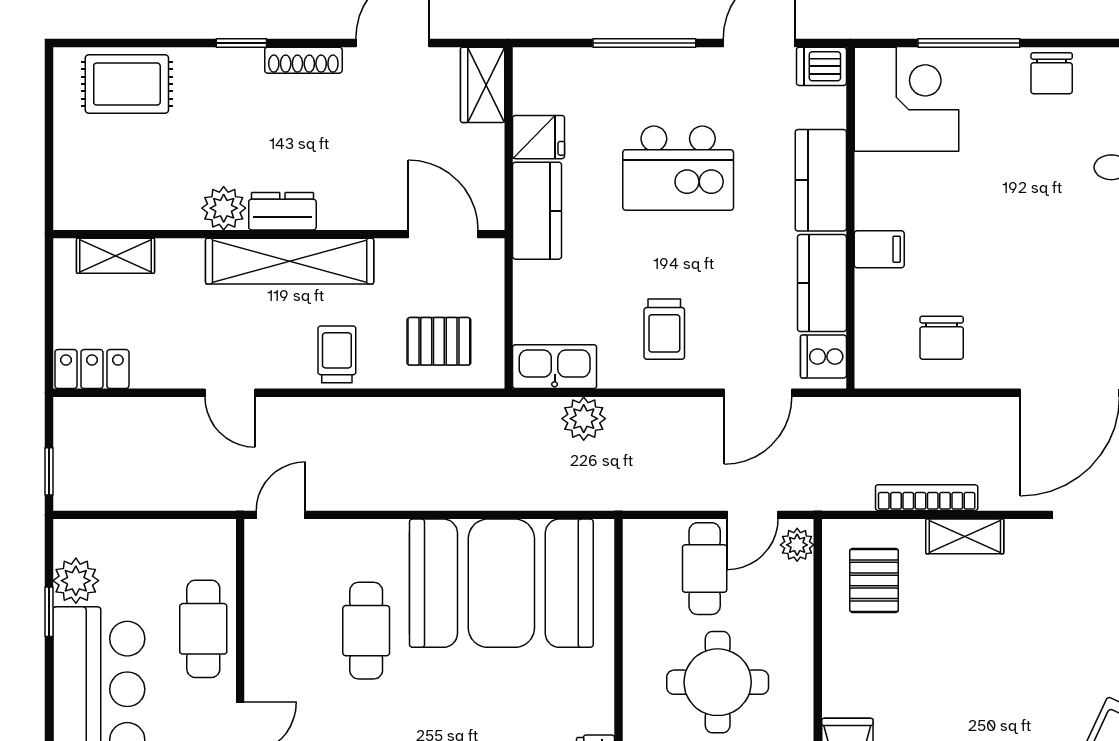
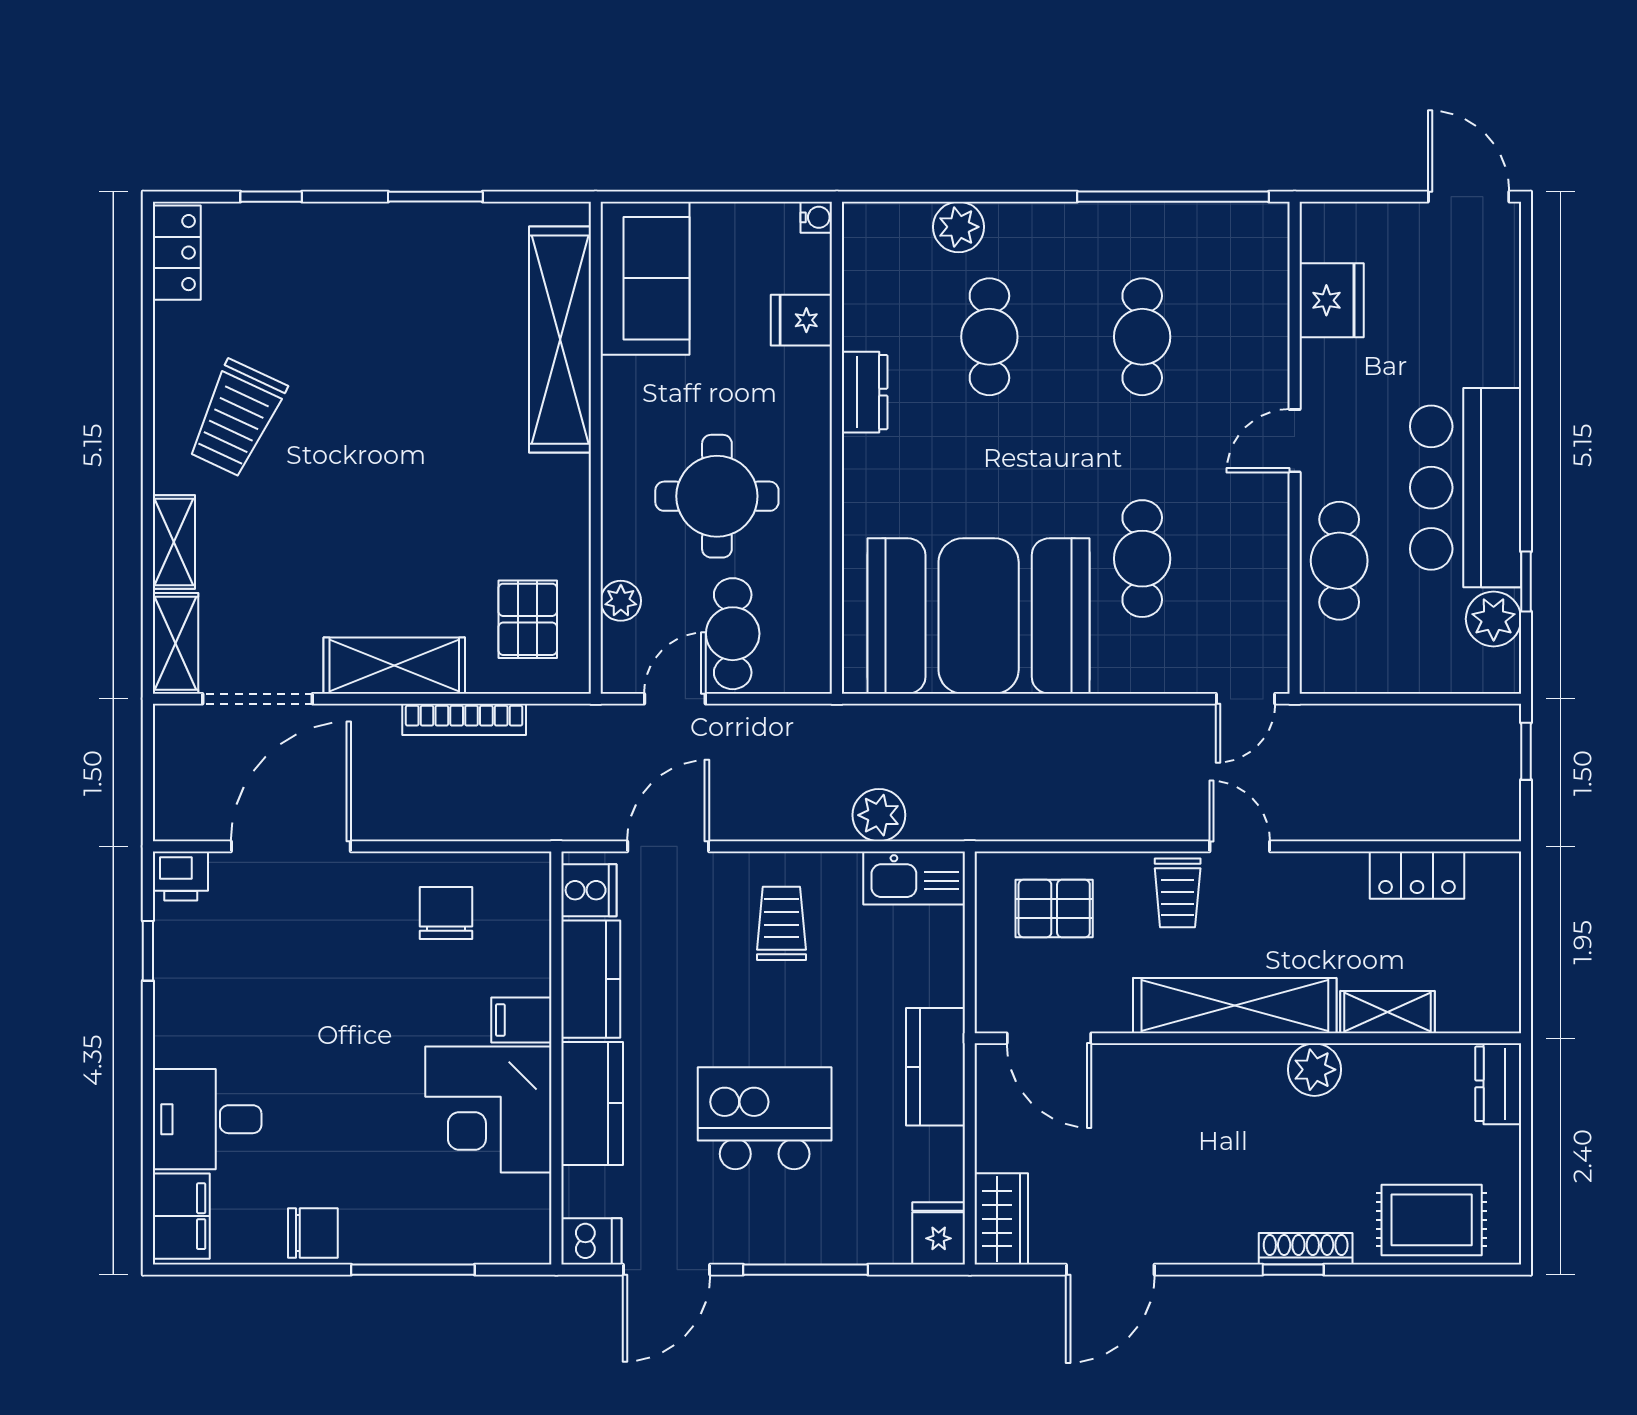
shoe rack: (303, 60) -> (1306, 1249), moved
chair: (1052, 73) -> (313, 1233), turned 90
corner desk: (907, 99) -> (488, 1110), moved
fridge: (539, 137) -> (939, 1233), moved, turned 90
dresser: (282, 211) -> (1498, 1084), moved, turned 90
shelving: (115, 256) -> (1387, 1012), moved
locker: (92, 369) -> (1417, 875), moved
door: (230, 393) -> (1240, 846), moved
shelving: (965, 536) -> (394, 666), width x1.50, depth x1.33
plant: (797, 545) -> (621, 601), moved

